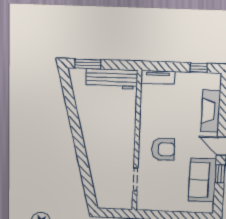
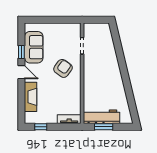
window: (88, 64) -> (104, 127), moved
armchair: (163, 149) -> (63, 68), turned 126

